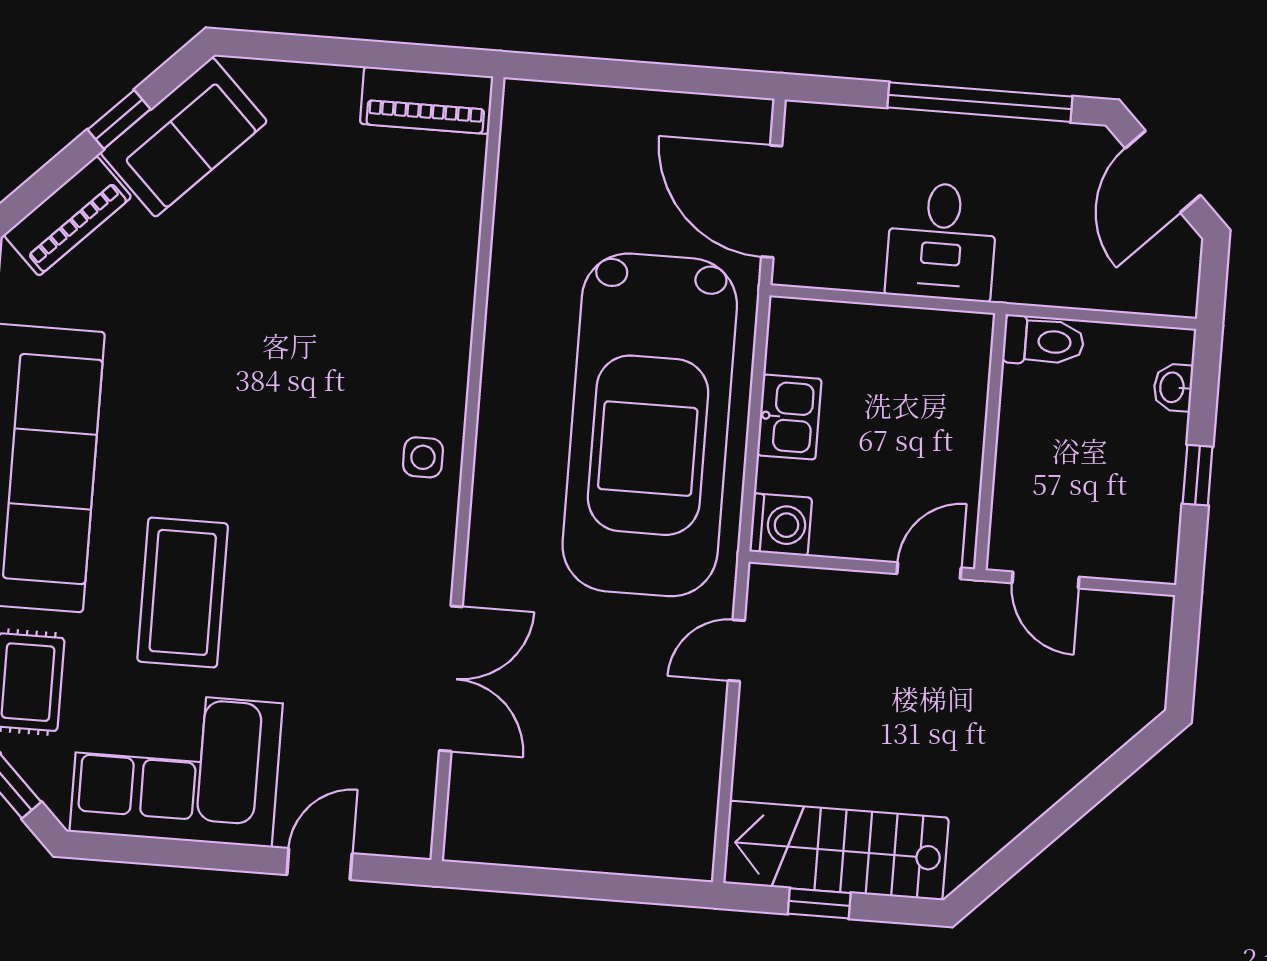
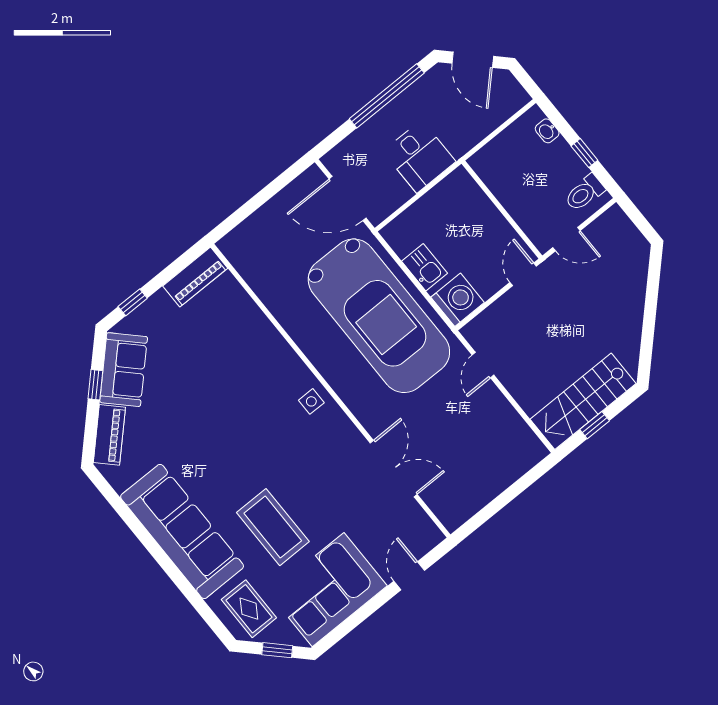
window: (295, 48) -> (133, 302), added
toilet: (1043, 341) -> (585, 193), moved, turned 180
washing machine: (781, 525) -> (458, 300), width x1.37, depth x1.37

